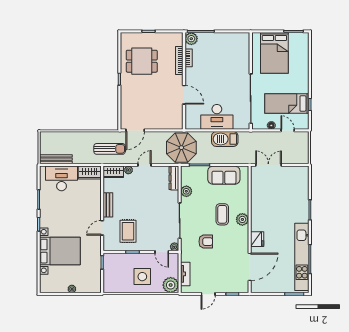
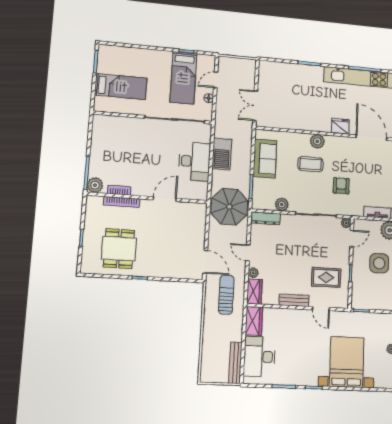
bed: (274, 53) -> (121, 87), width x0.67

